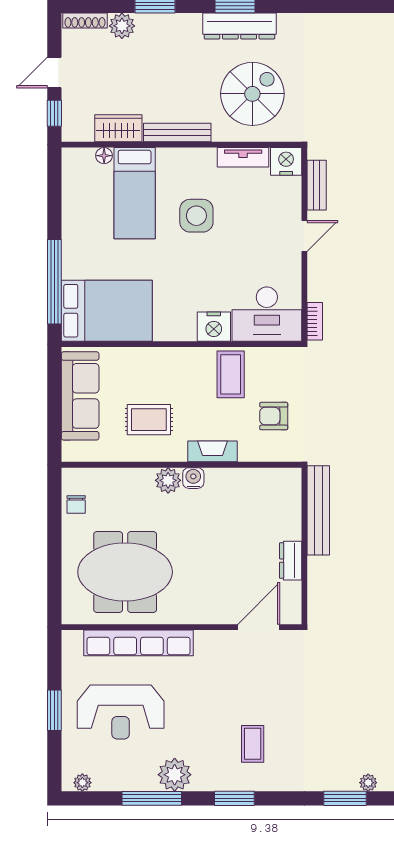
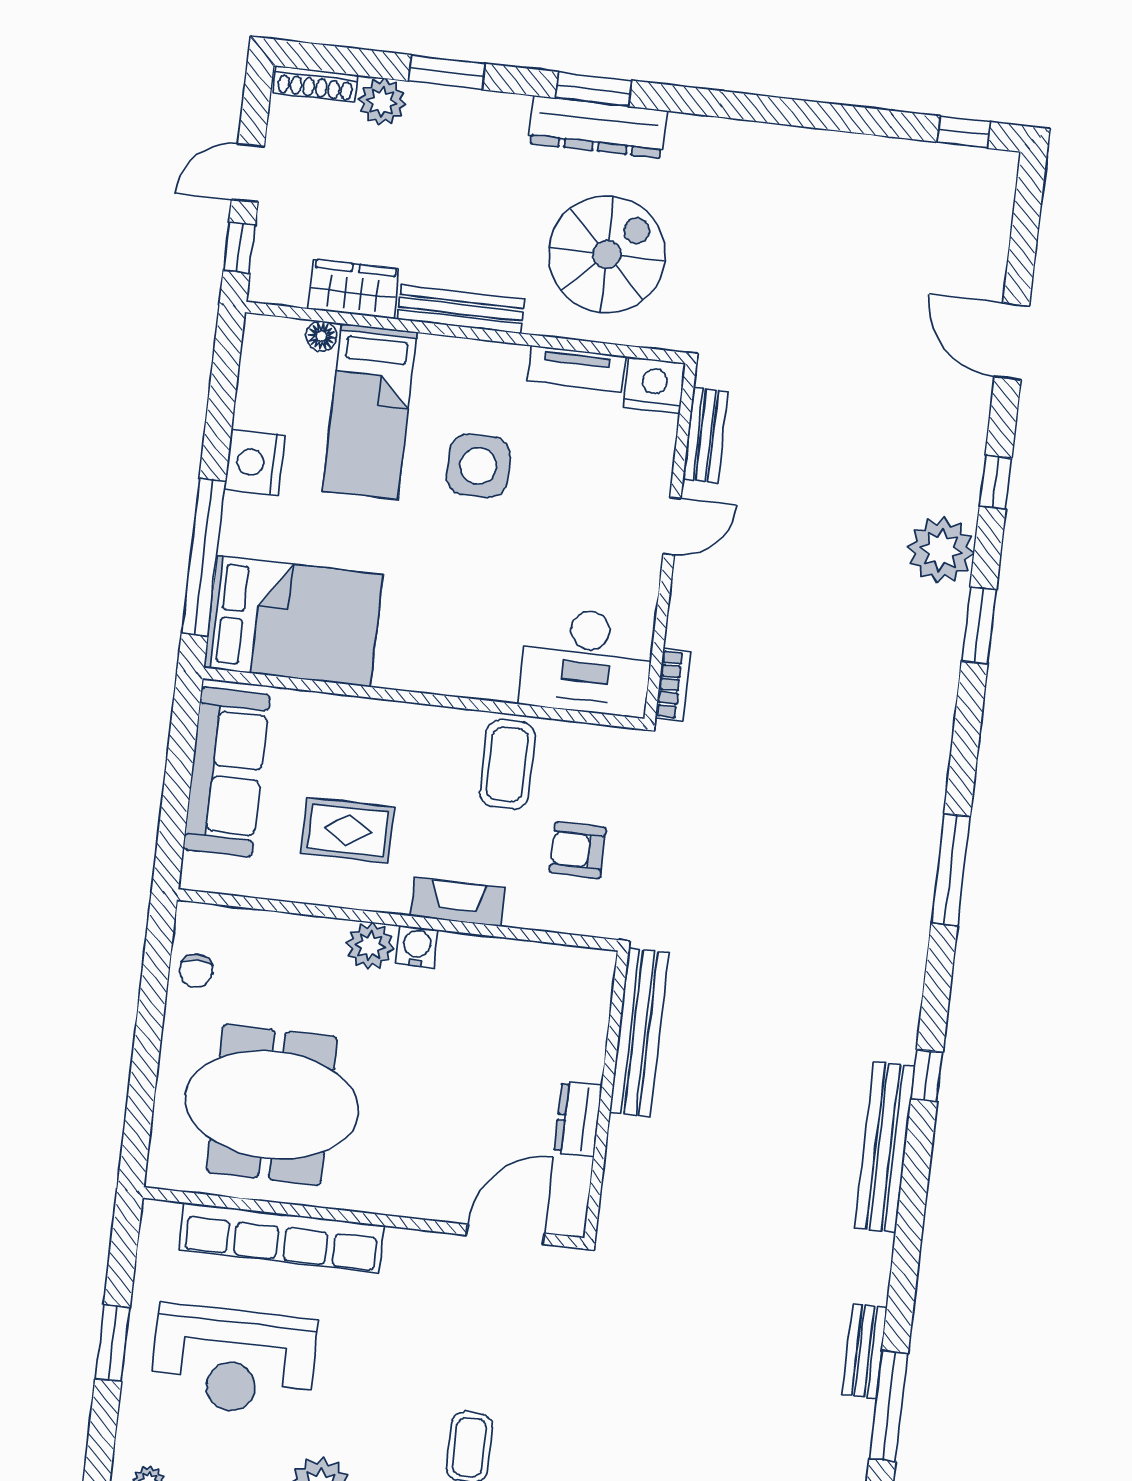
nightstand: (214, 327) -> (255, 462), moved, turned 90

